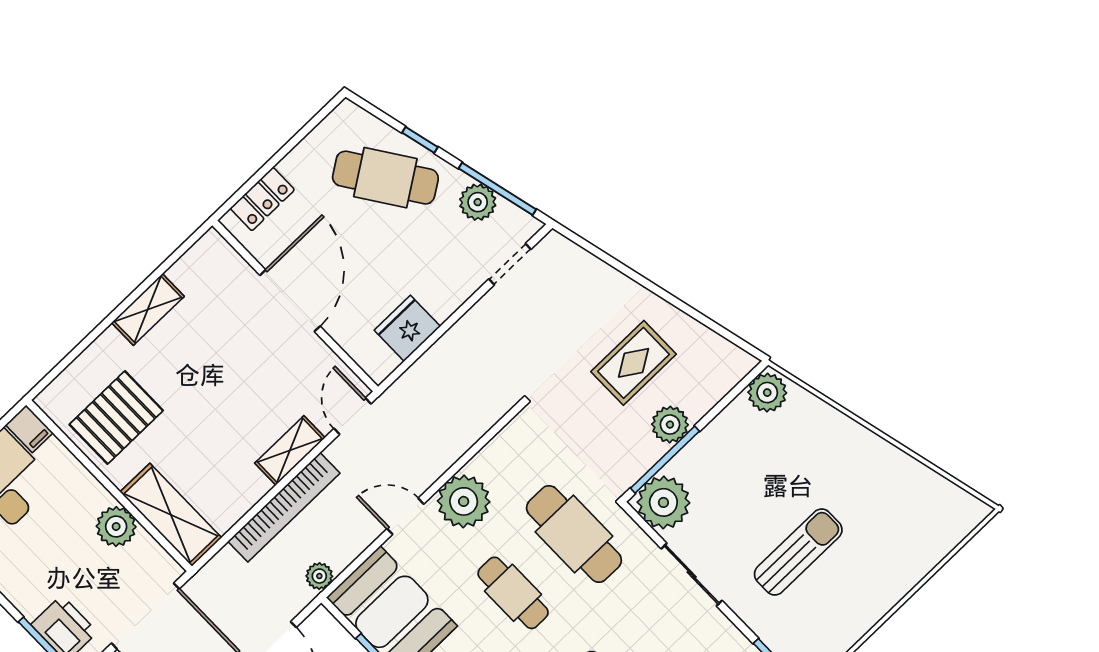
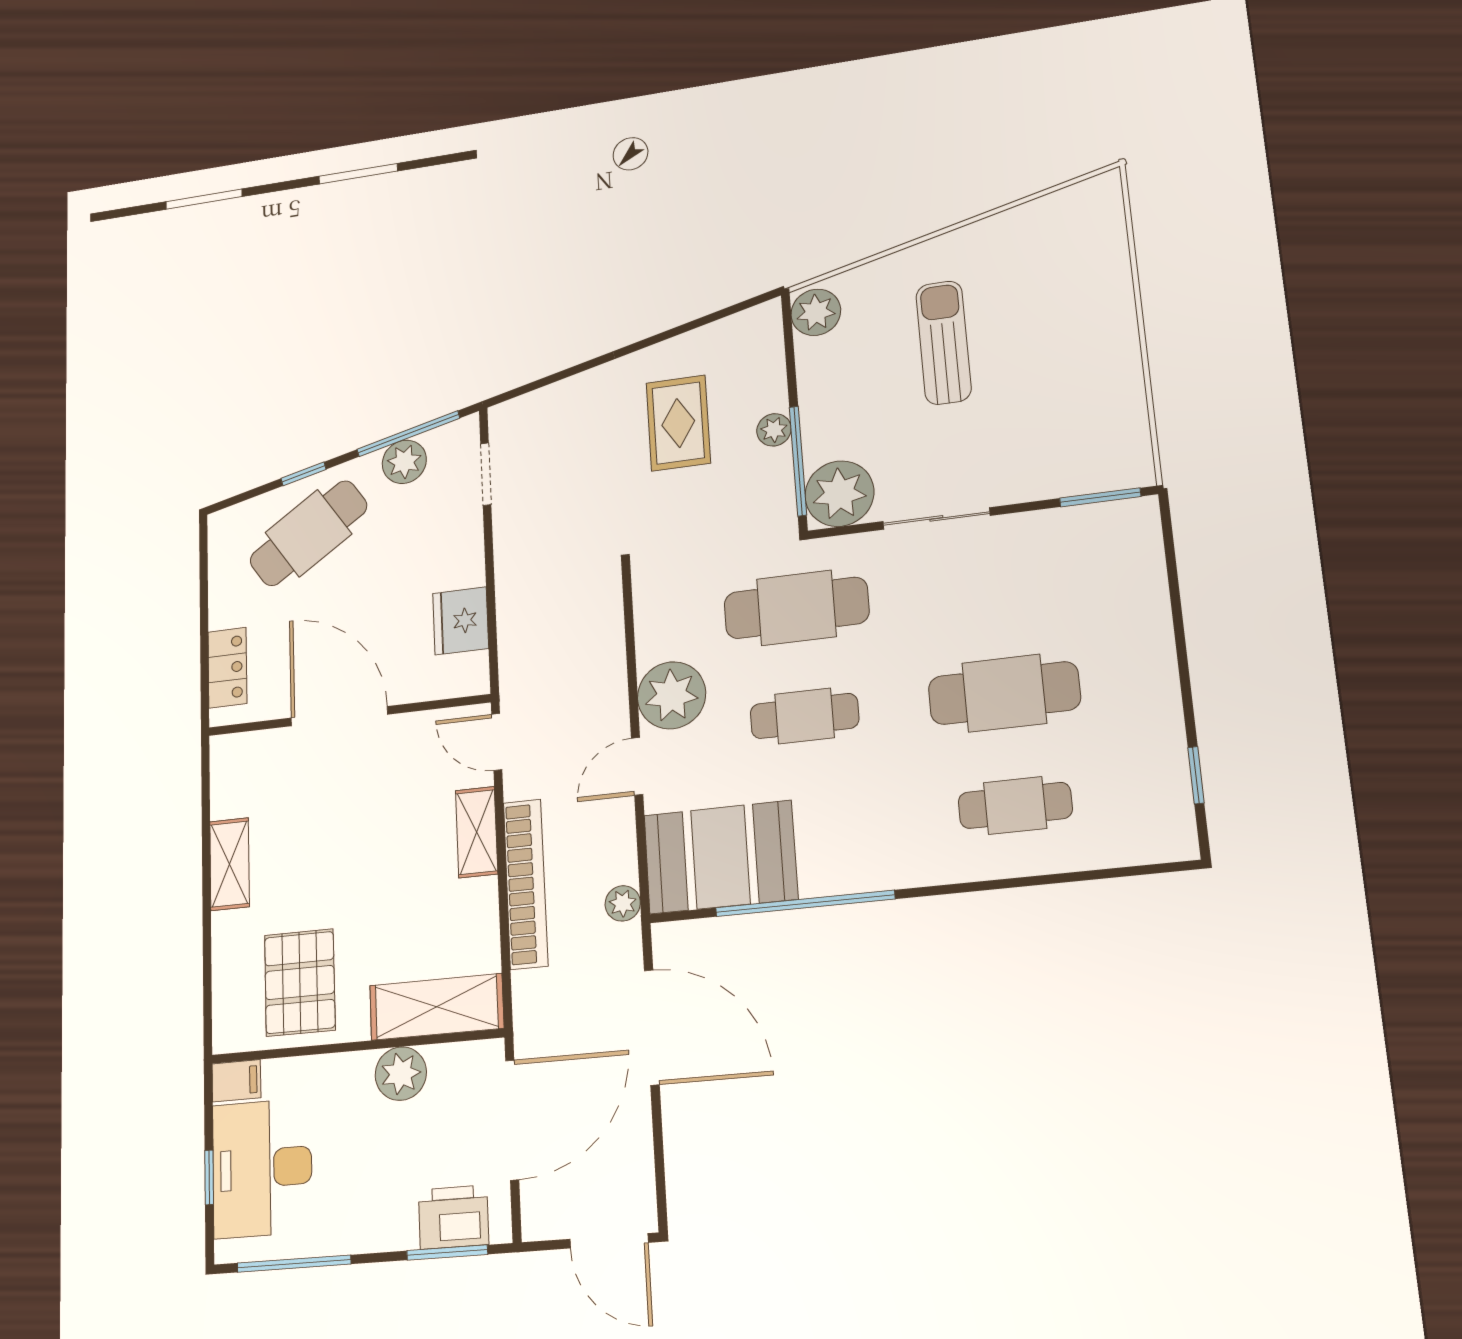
plant: (670, 425) -> (774, 430), width x0.73, depth x0.73
sun lounger: (798, 552) -> (944, 343), moved

